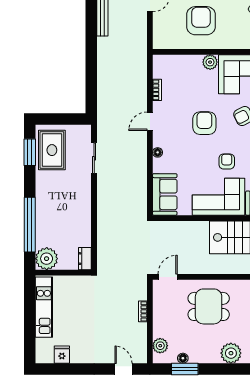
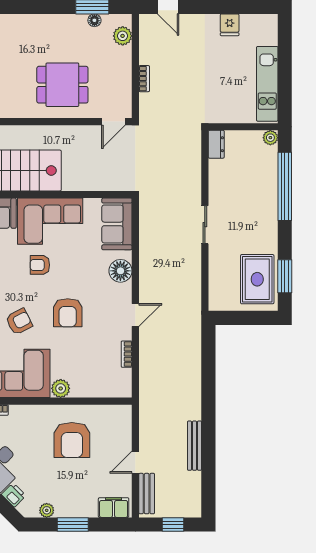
floor lamp: (158, 152) -> (120, 271), width x1.89, depth x1.89
sliding door: (94, 158) -> (205, 225), moved
armchair: (227, 161) -> (40, 265), turned 90
plant: (47, 259) -> (270, 138), width x0.53, depth x0.53
plant: (231, 353) -> (35, 27), removed
fridge: (62, 355) -> (230, 25), moved

